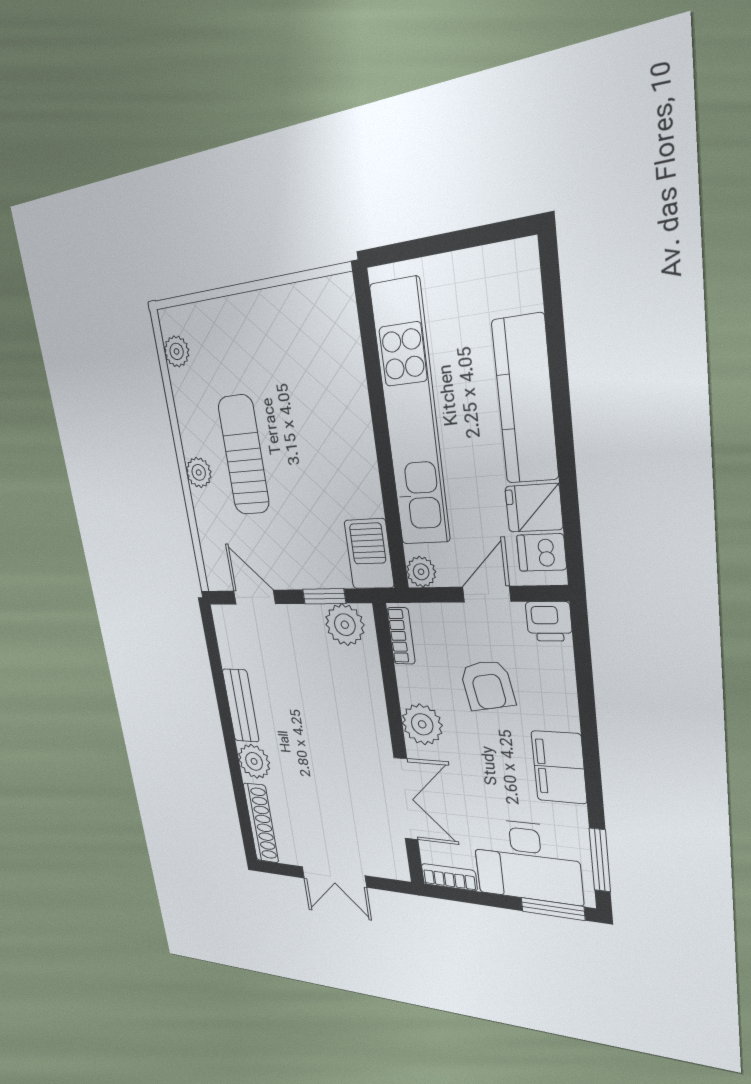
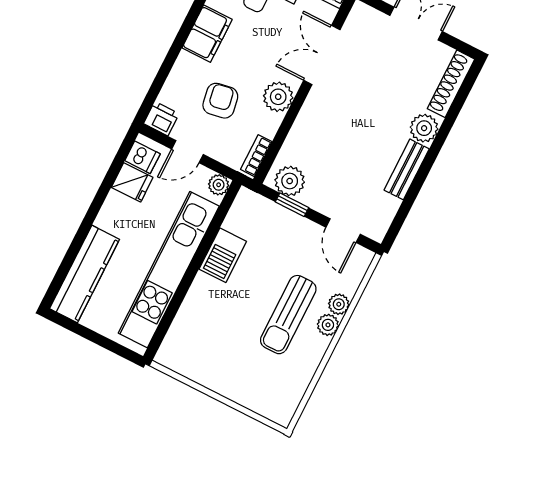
plant: (177, 351) -> (339, 304), moved
kitchen counter: (525, 400) -> (85, 274), moved
barbecue: (369, 554) -> (223, 255), moved

